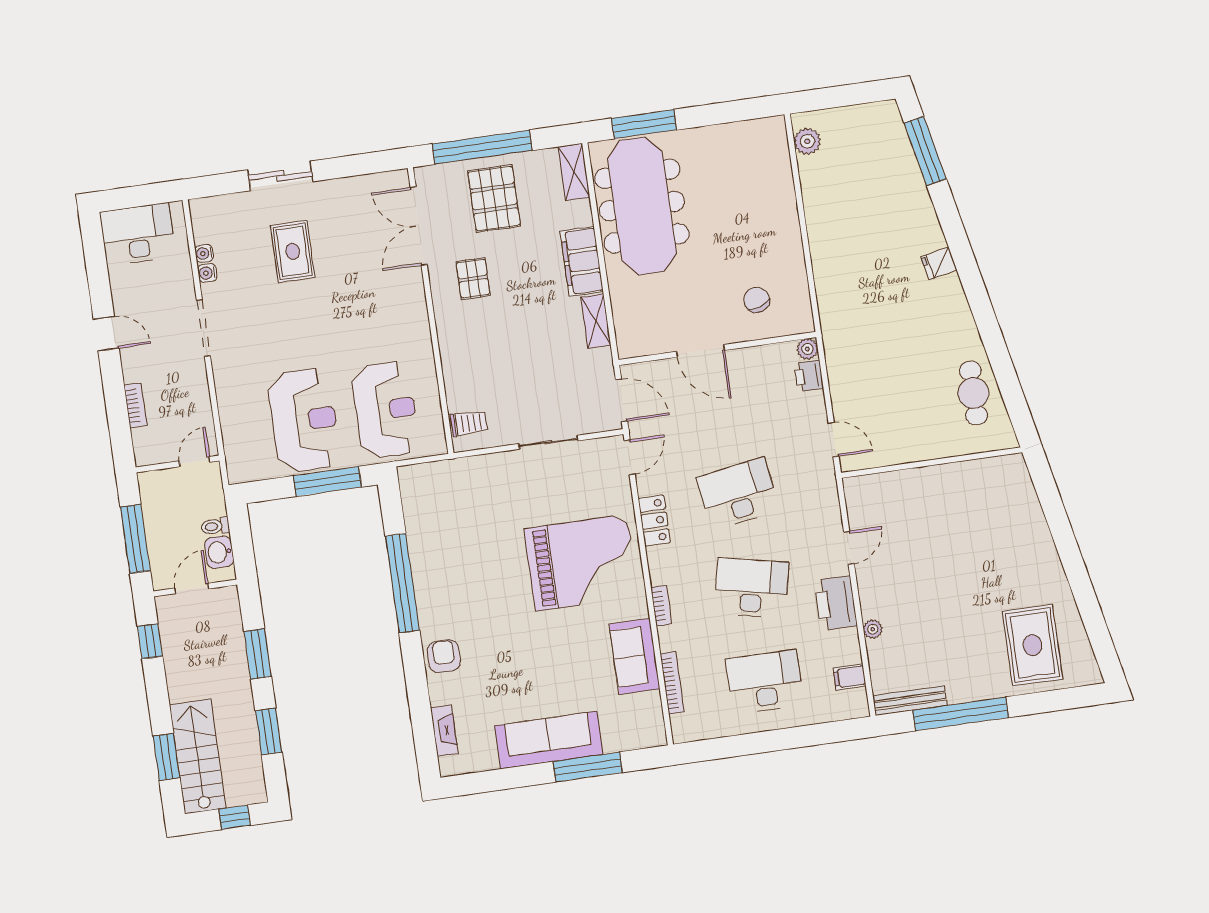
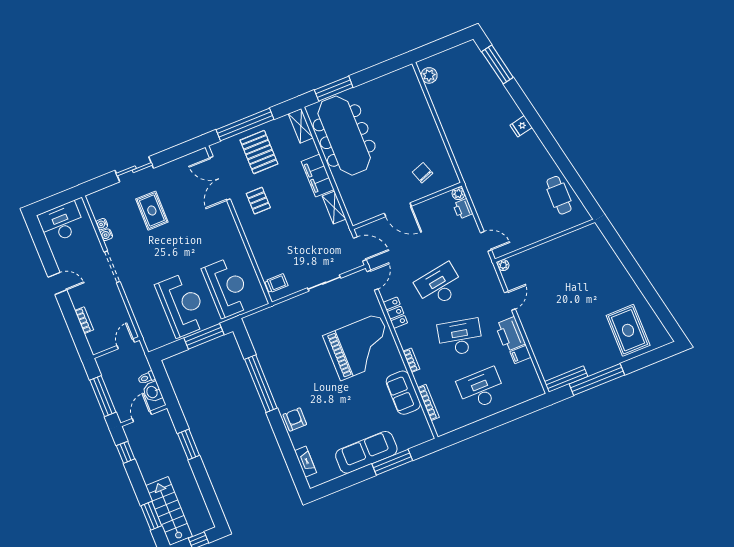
plant: (873, 629) -> (503, 265), moved
filing cabinet: (850, 677) -> (521, 354), moved
window: (269, 732) -> (206, 487), removed

